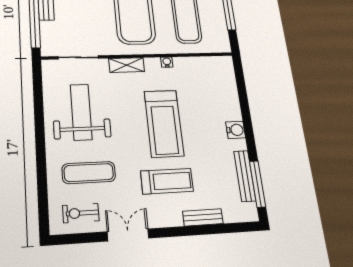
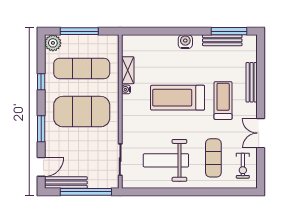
shelving: (127, 65) -> (128, 70), moved
treadmill: (164, 123) -> (178, 98), turned 180
bench: (203, 217) -> (252, 82), width x1.36

